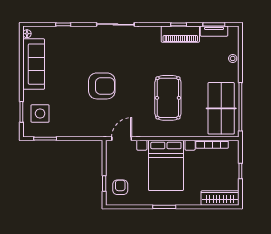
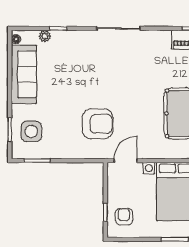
plant: (52, 31) -> (45, 36), added
armchair: (102, 86) -> (98, 124), moved

